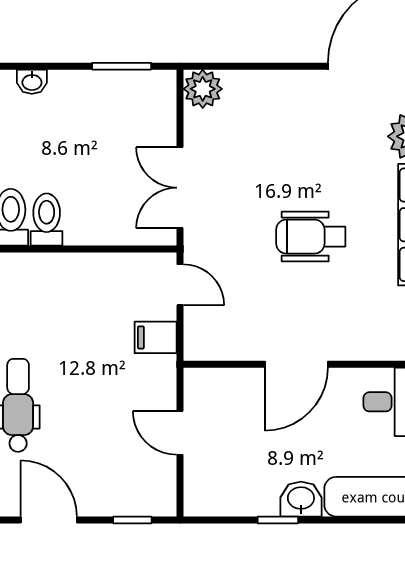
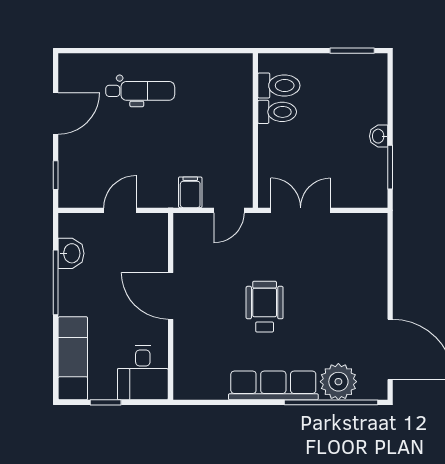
washbasin: (32, 82) -> (379, 136), moved
plant: (203, 89) -> (373, 227), removed
washbasin: (301, 499) -> (71, 253), moved
window: (278, 520) -> (56, 282), width x2.17

